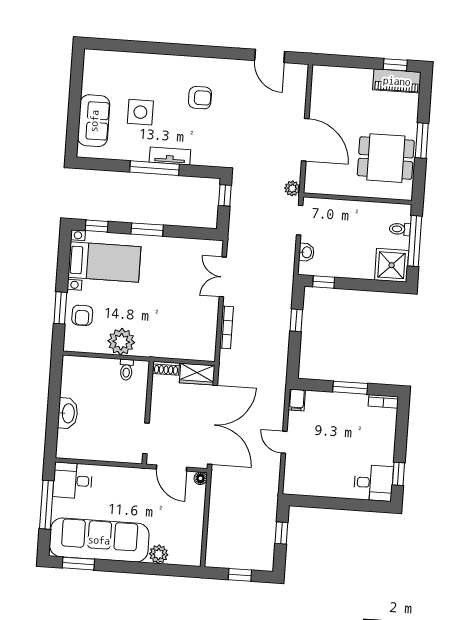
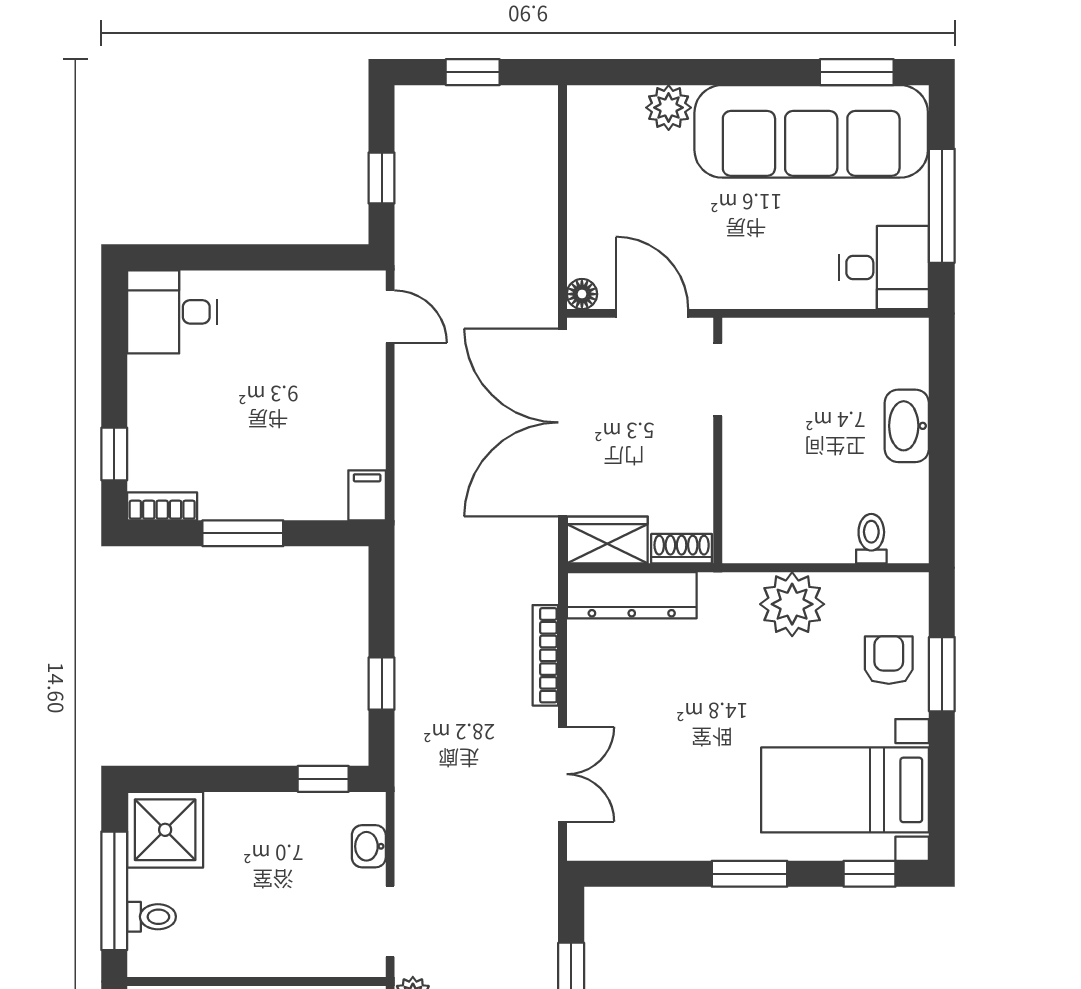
dresser: (188, 350) -> (632, 595), added
toilet: (126, 370) -> (871, 539), moved
door: (284, 442) -> (390, 317), moved
window: (398, 474) -> (114, 454), moved

